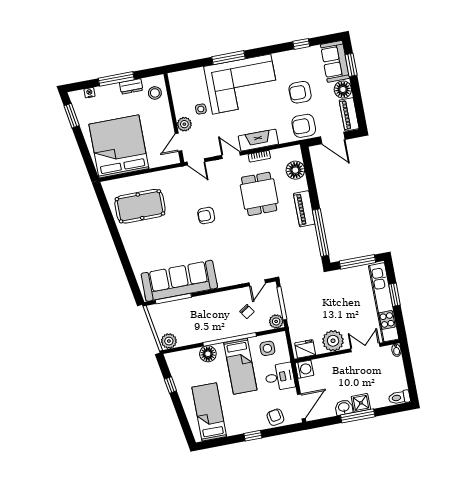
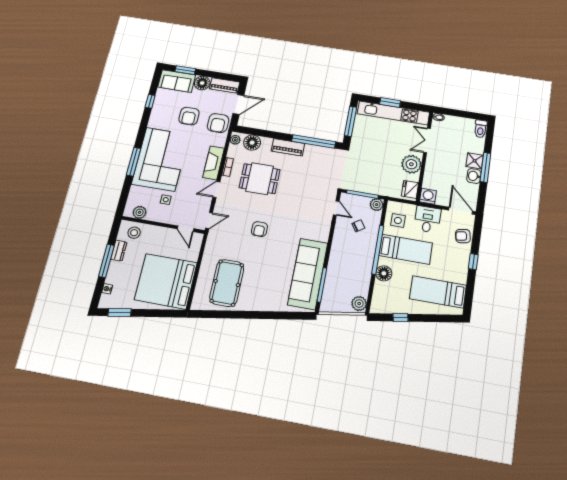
plant: (184, 124) -> (140, 212), moved
plant: (292, 151) -> (235, 140), added

